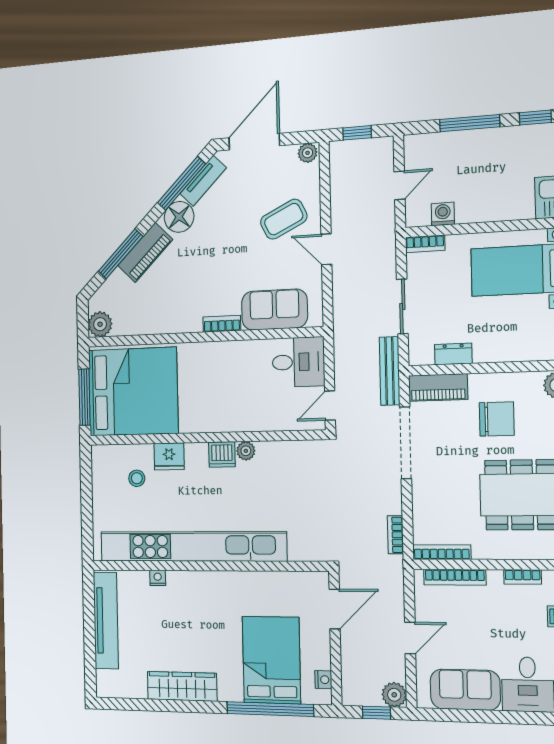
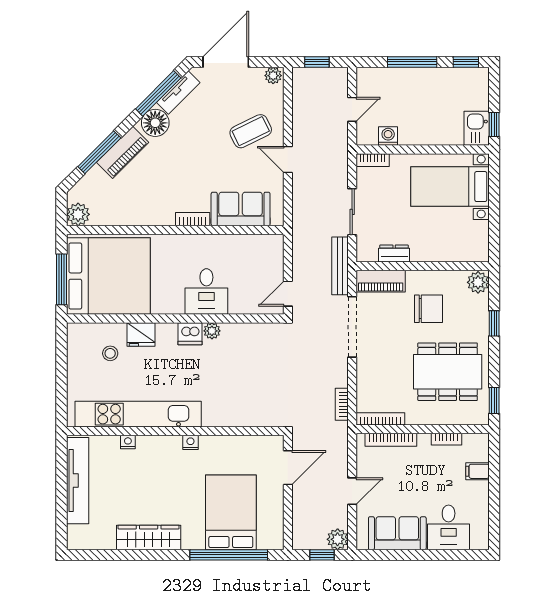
desk: (298, 362) -> (206, 292), moved, turned 90
kitchen unit: (192, 546) -> (138, 414), width x0.73
nightstand: (323, 680) -> (190, 442), moved, turned -90

